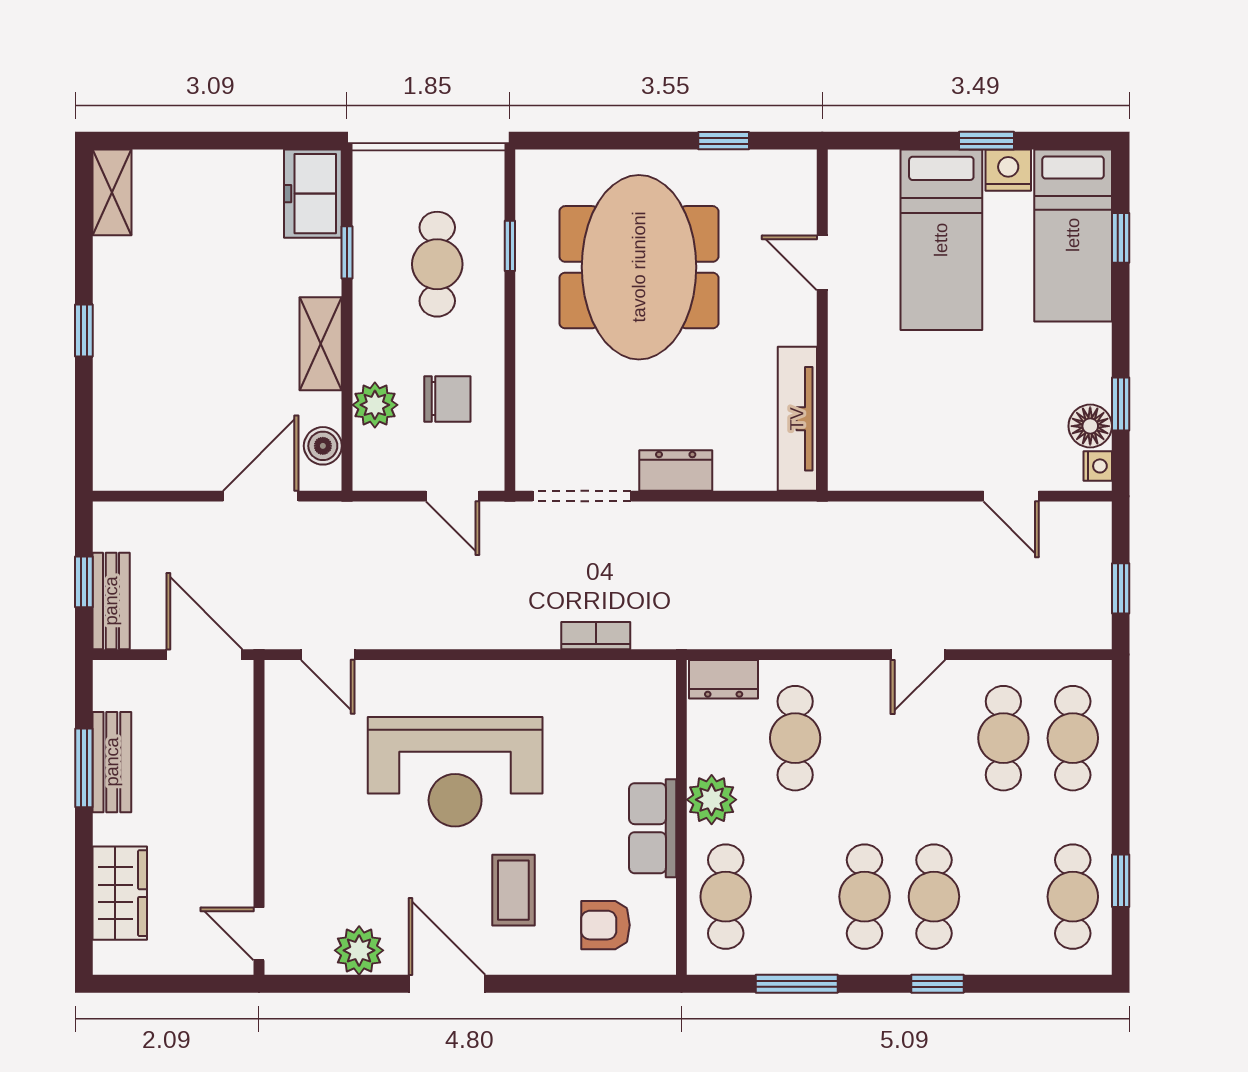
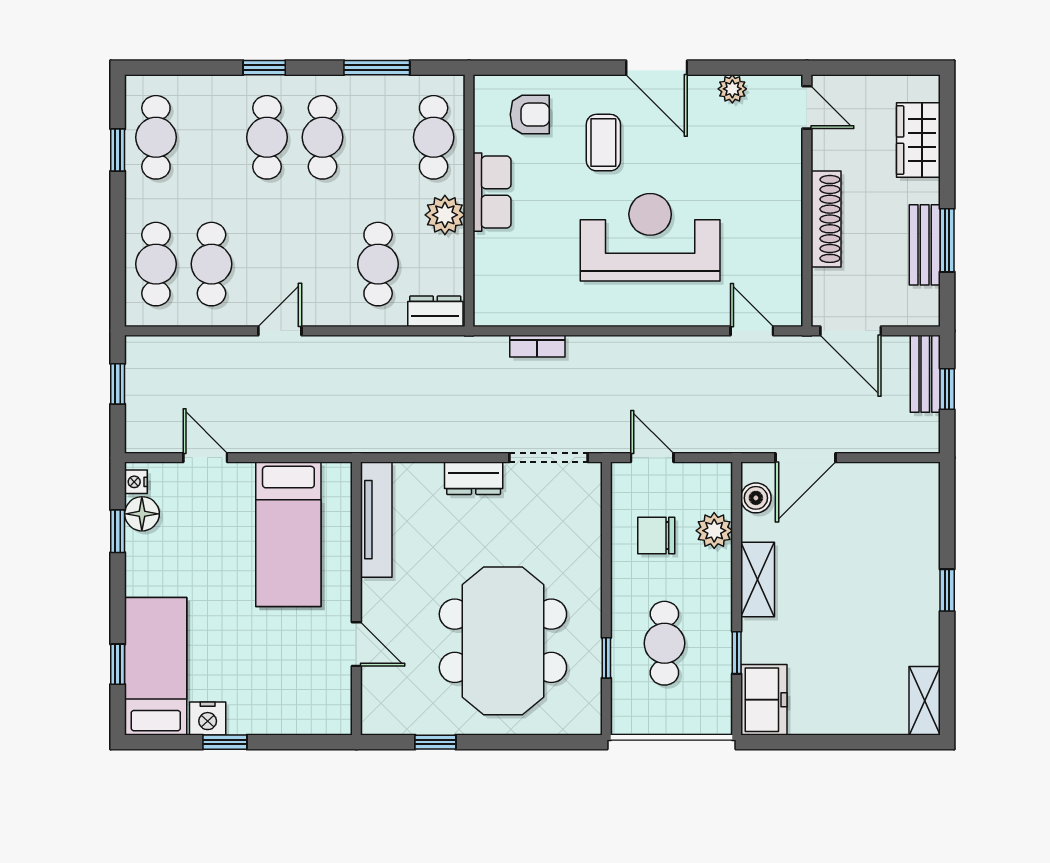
bed: (941, 240) -> (288, 534), moved, turned 180
shoe rack: (235, 795) -> (826, 219), added
plant: (359, 950) -> (732, 89), width x0.73, depth x0.73

